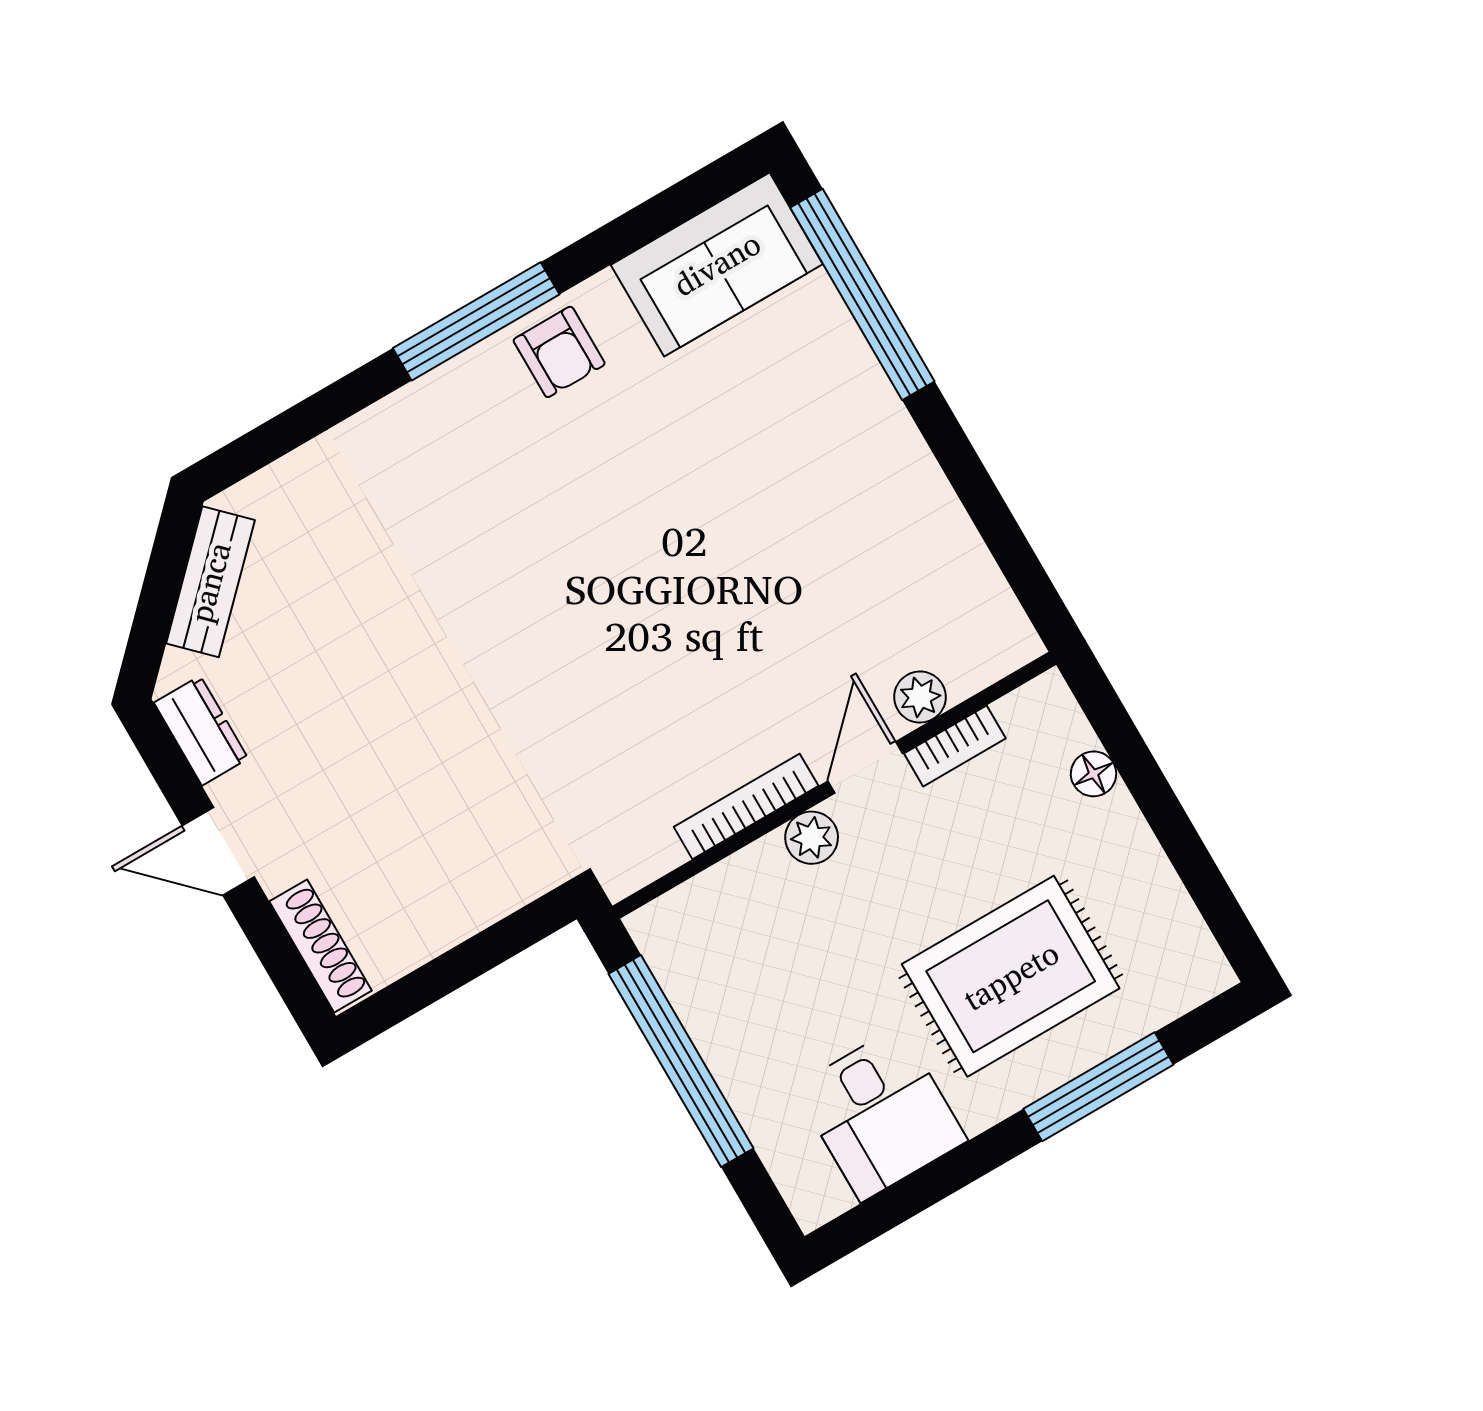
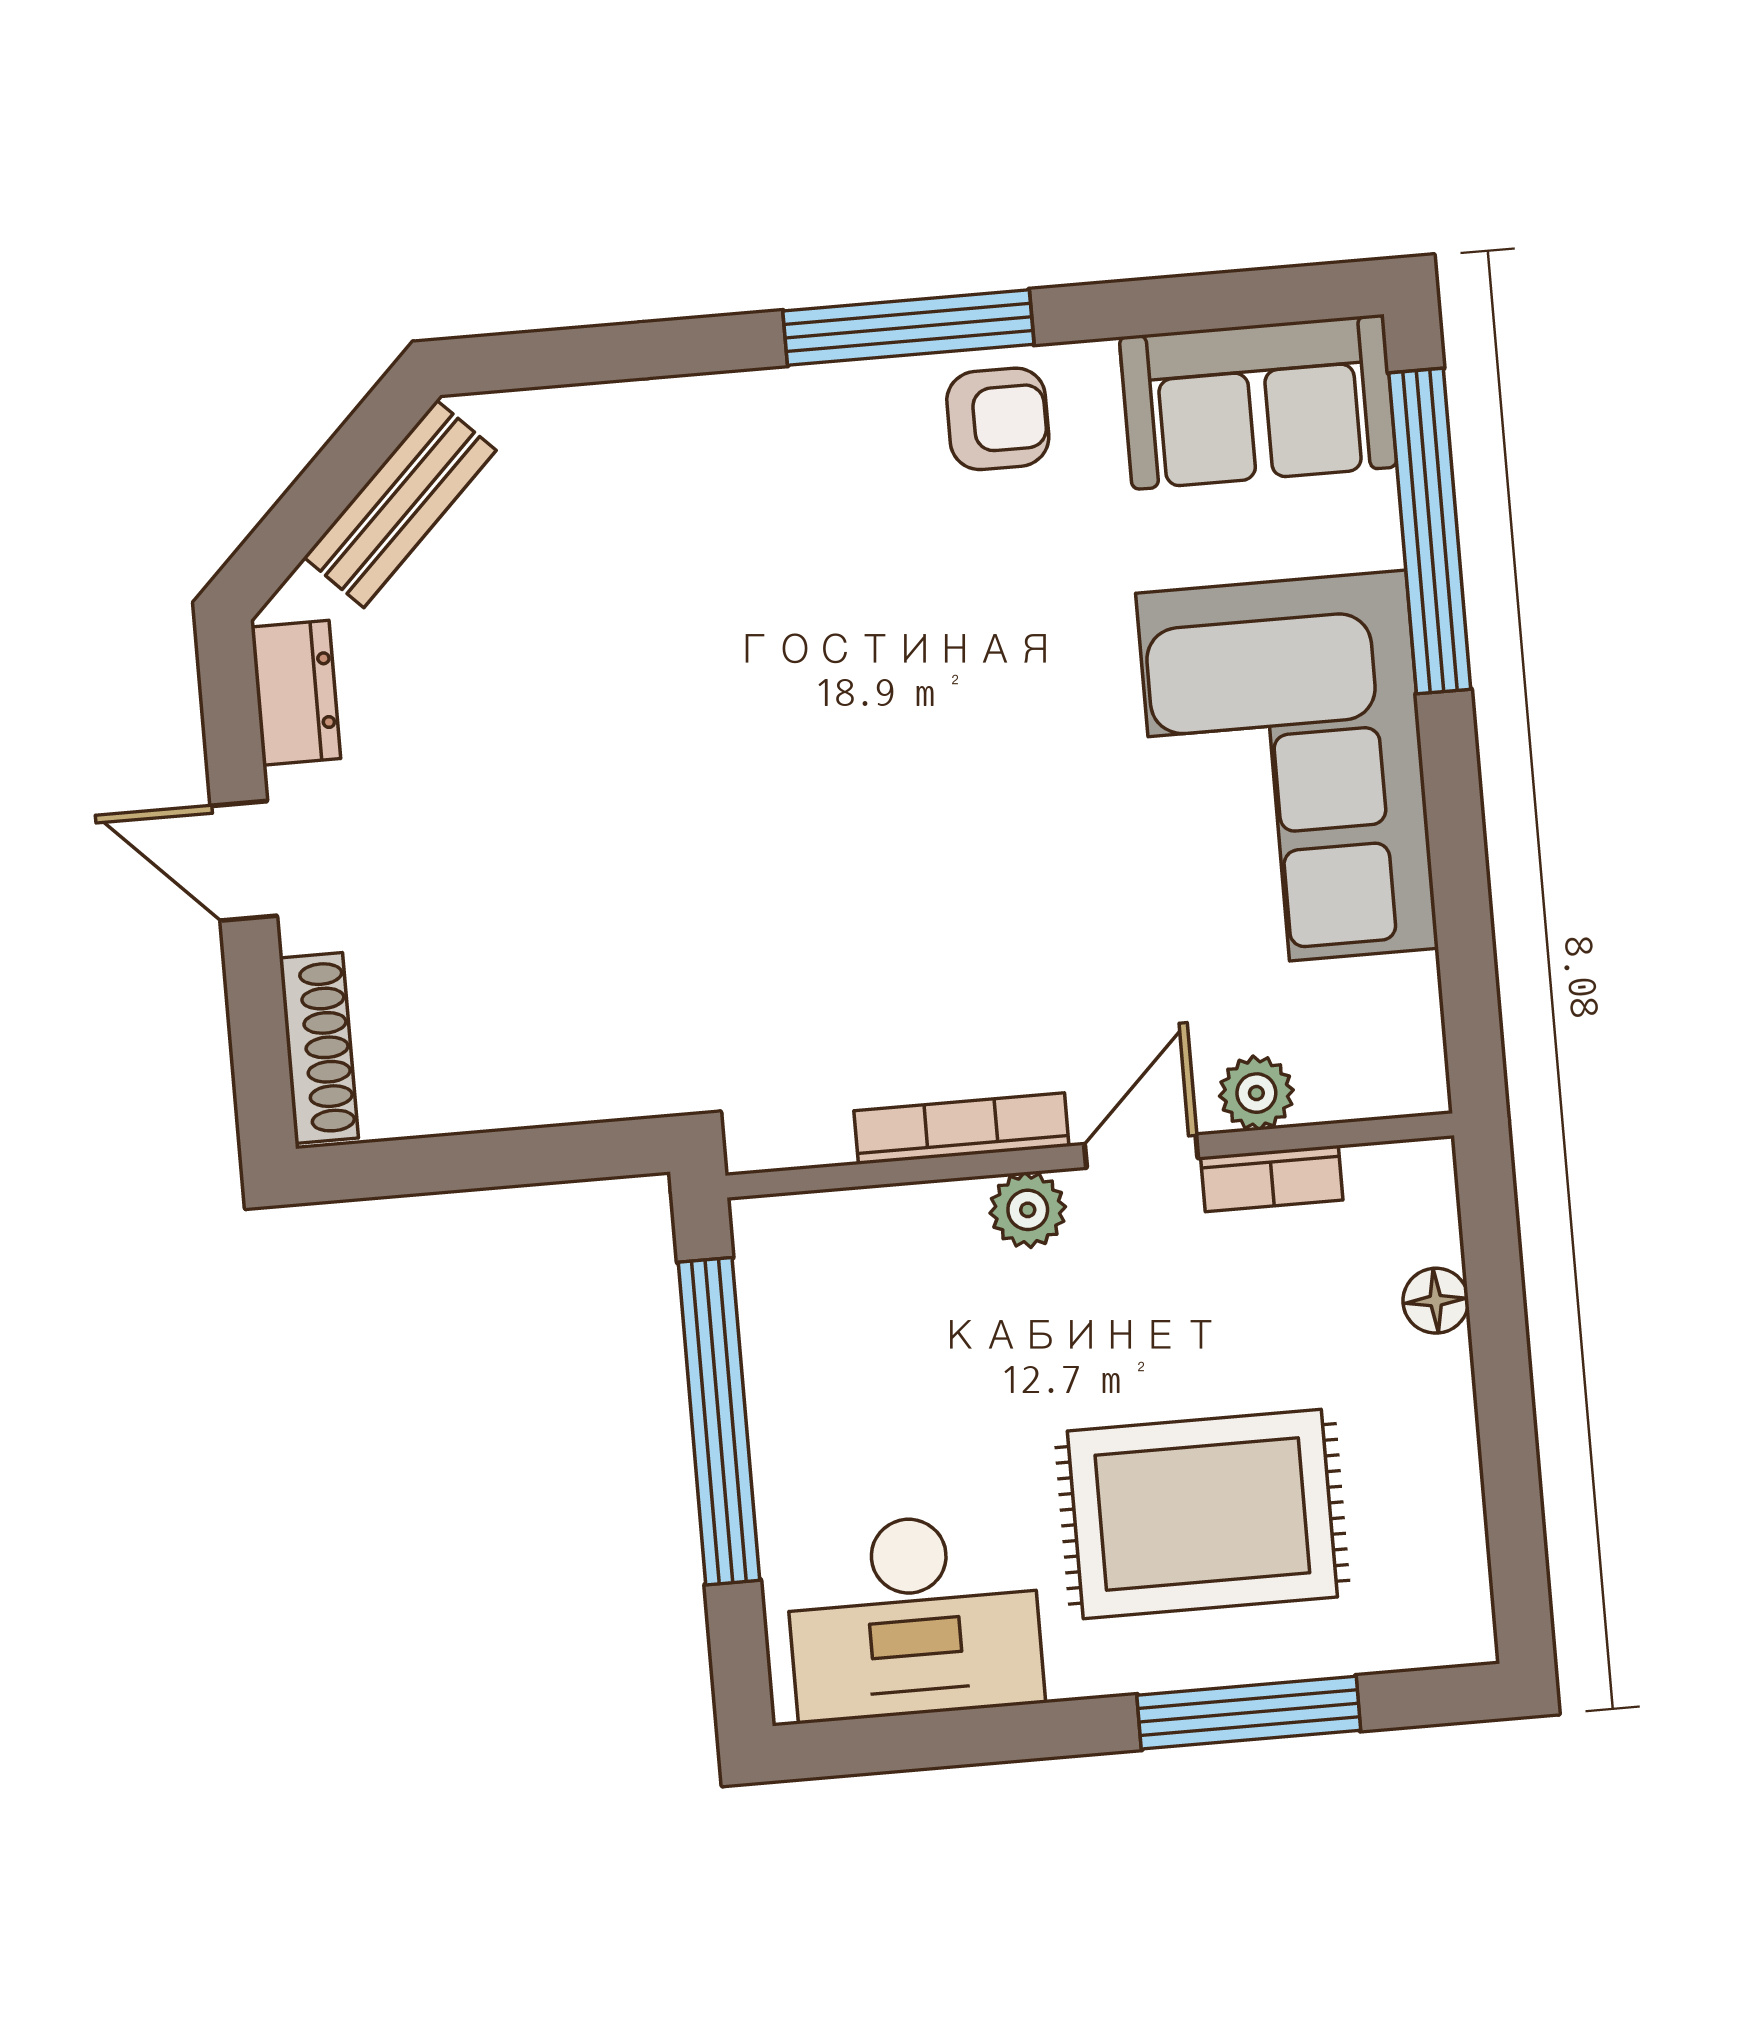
armchair: (559, 352) -> (998, 419), turned -90
corner sofa: (844, 486) -> (1287, 771), added
desk: (881, 1114) -> (914, 1616), width x1.37

